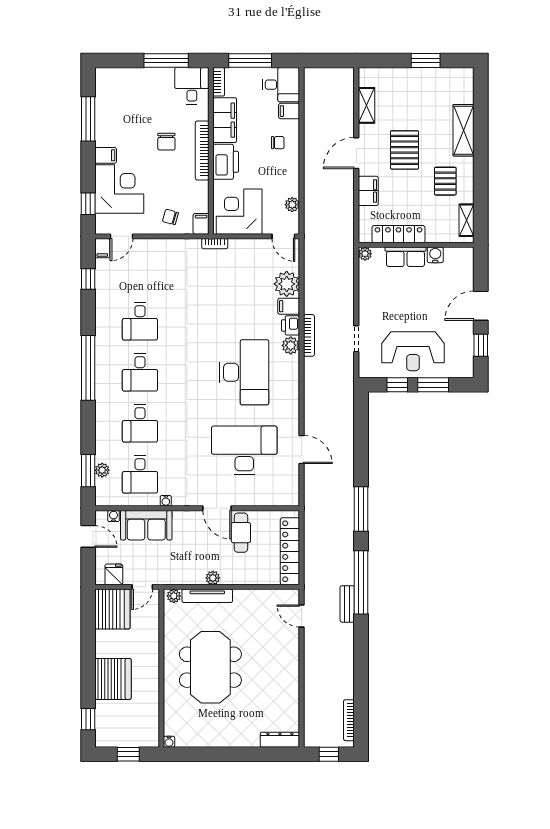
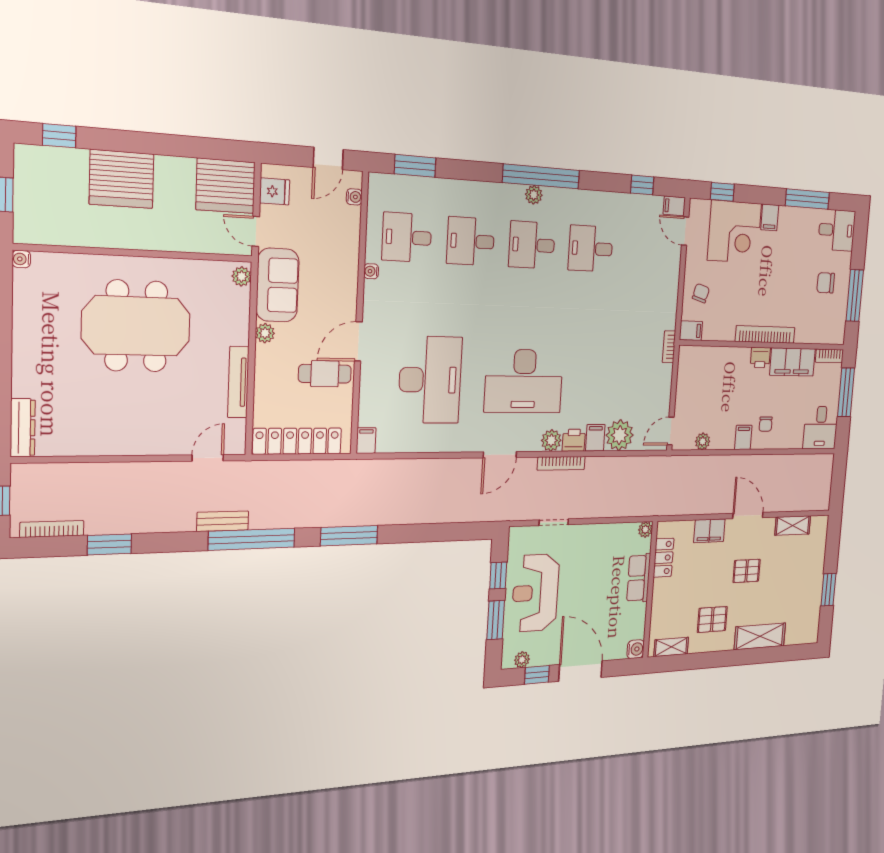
desk: (192, 86) -> (837, 230), moved
filing cabinet: (289, 111) -> (743, 437), moved
chair: (166, 142) -> (826, 283), moved
pallet: (405, 150) -> (747, 571), width x0.67, depth x0.71
printer: (226, 162) -> (760, 357), width x0.53, depth x0.68
corner desk: (239, 212) -> (700, 378), removed
locker: (398, 234) -> (664, 558), width x0.66
water cooler: (435, 255) -> (636, 649), moved
door: (481, 306) -> (581, 671), width x1.36
plant: (467, 360) -> (522, 660), added
door: (302, 450) -> (500, 455), moved
plant: (102, 470) -> (534, 195), moved
filing cabinet: (290, 499) -> (366, 440), added
sofa: (146, 525) -> (277, 285), moved, turned 180
tv unit: (207, 596) -> (238, 382), moved
window: (361, 682) -> (109, 544), added

